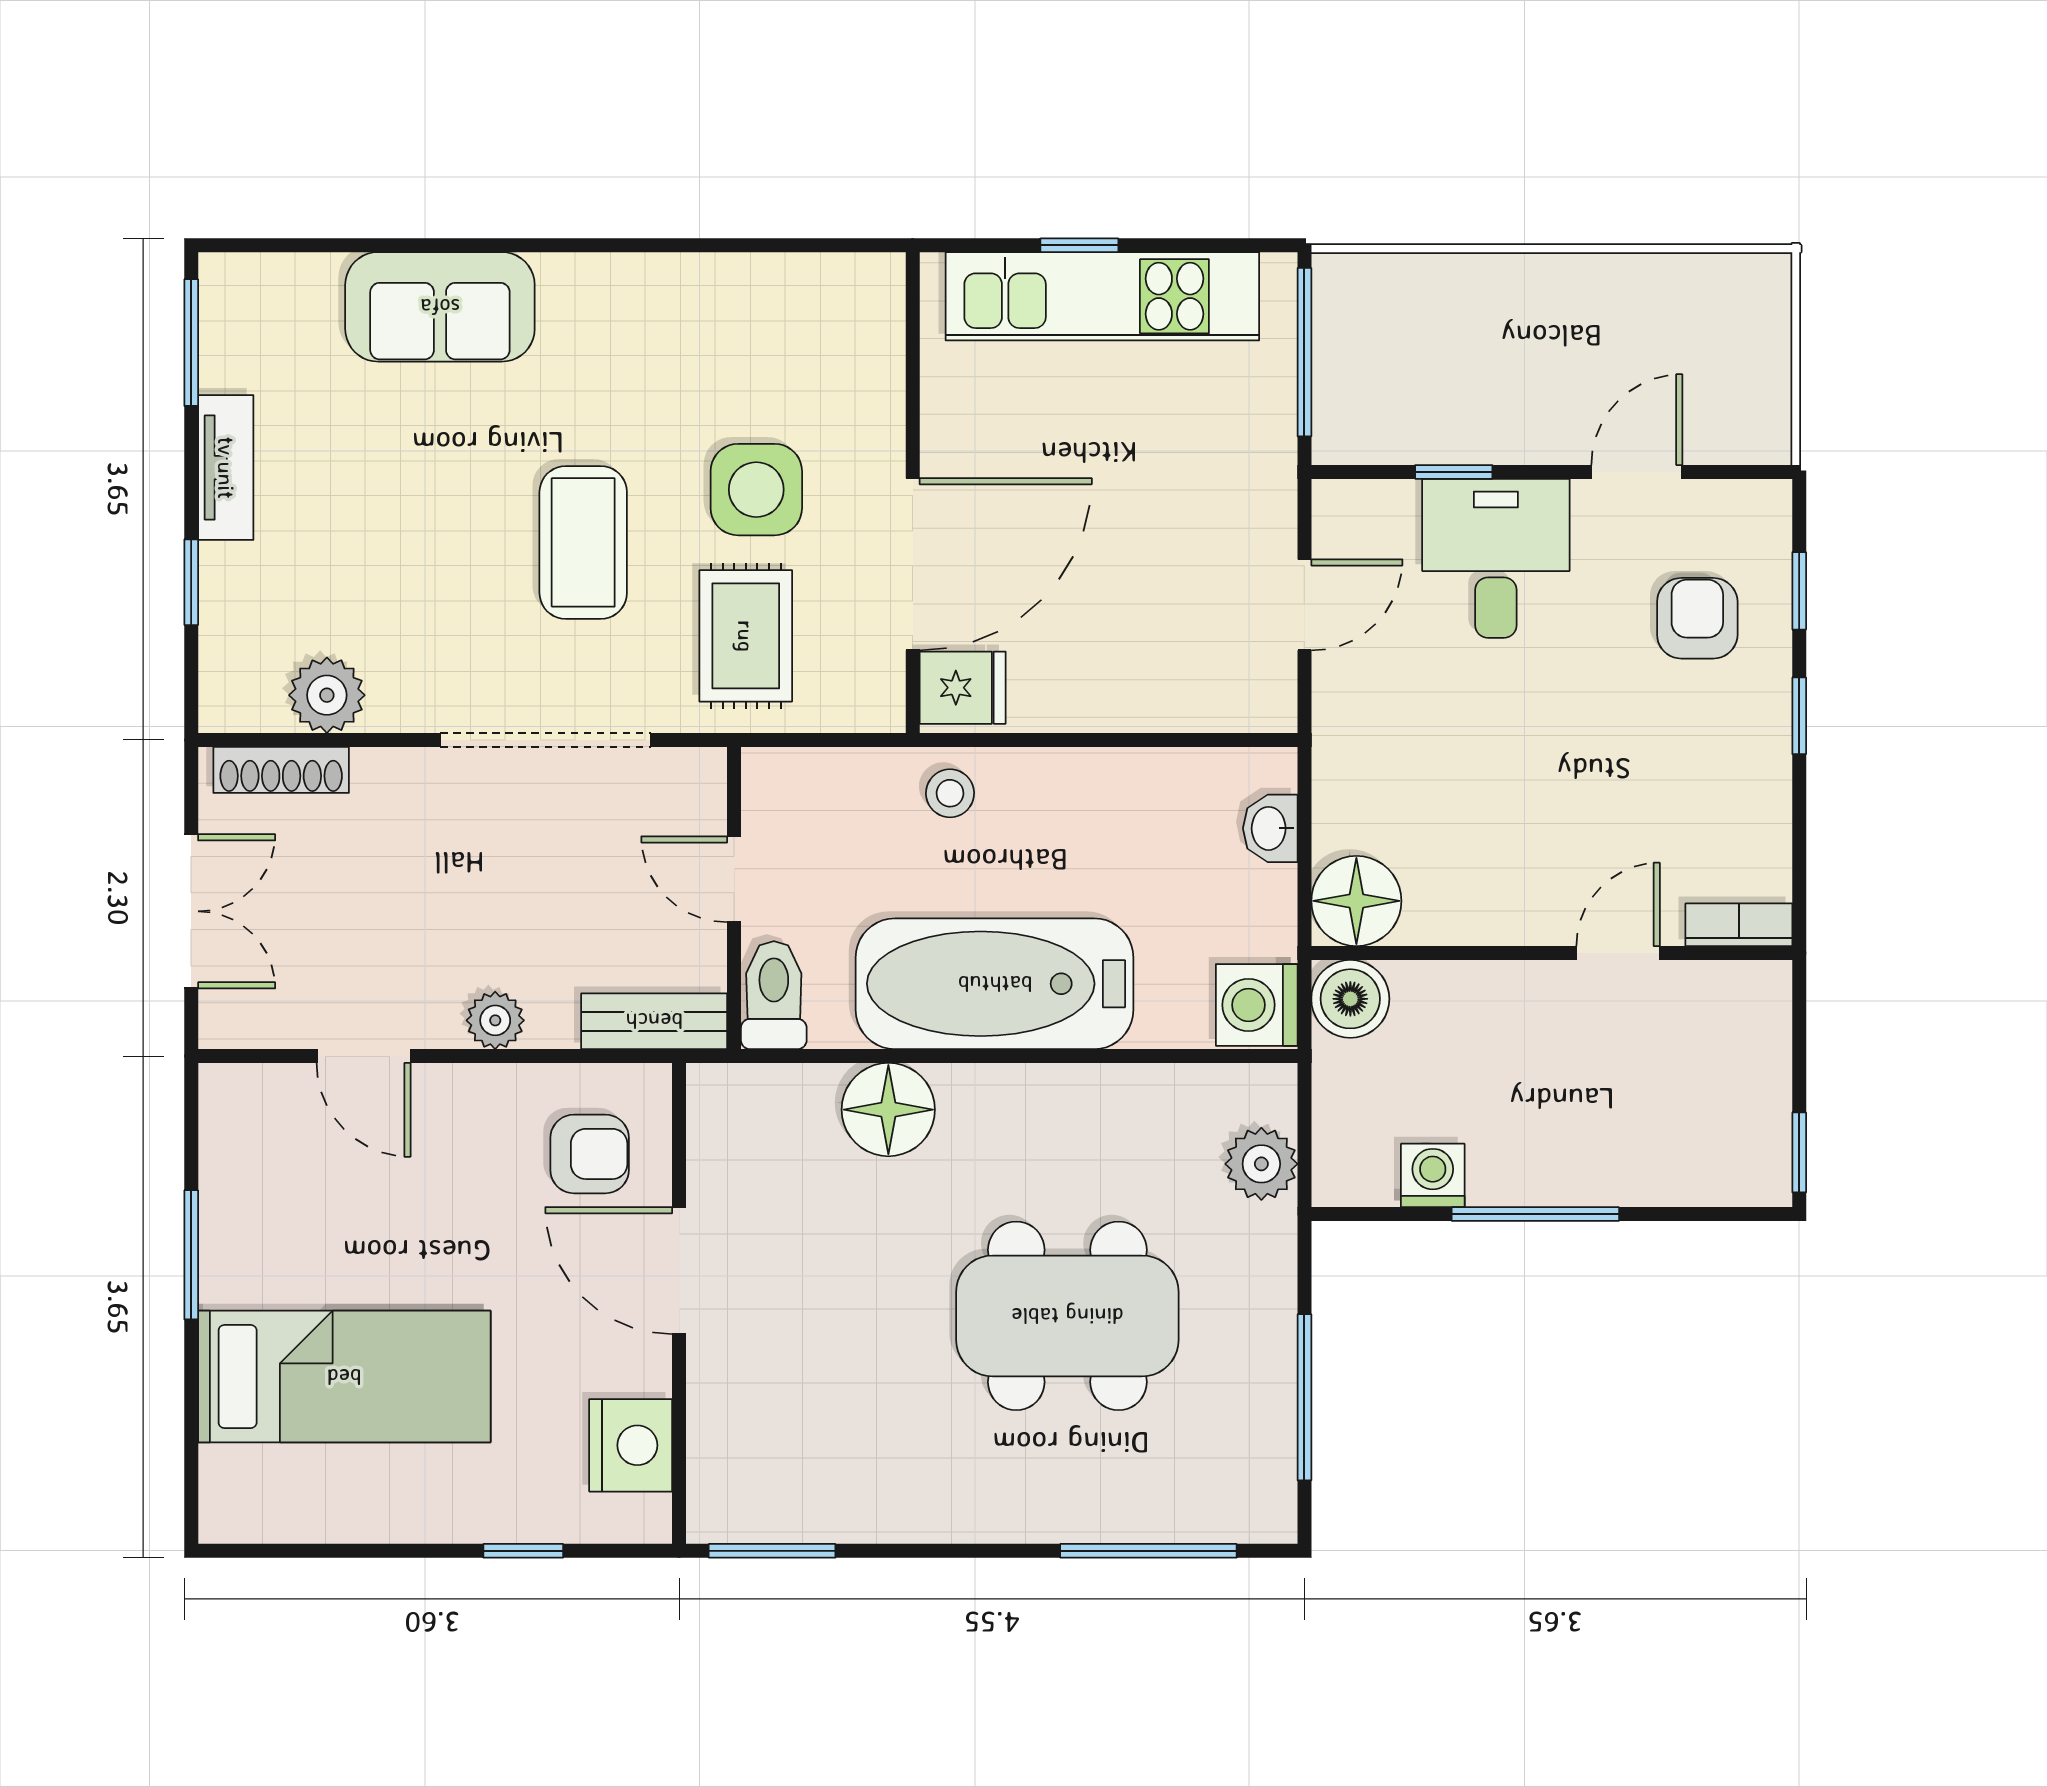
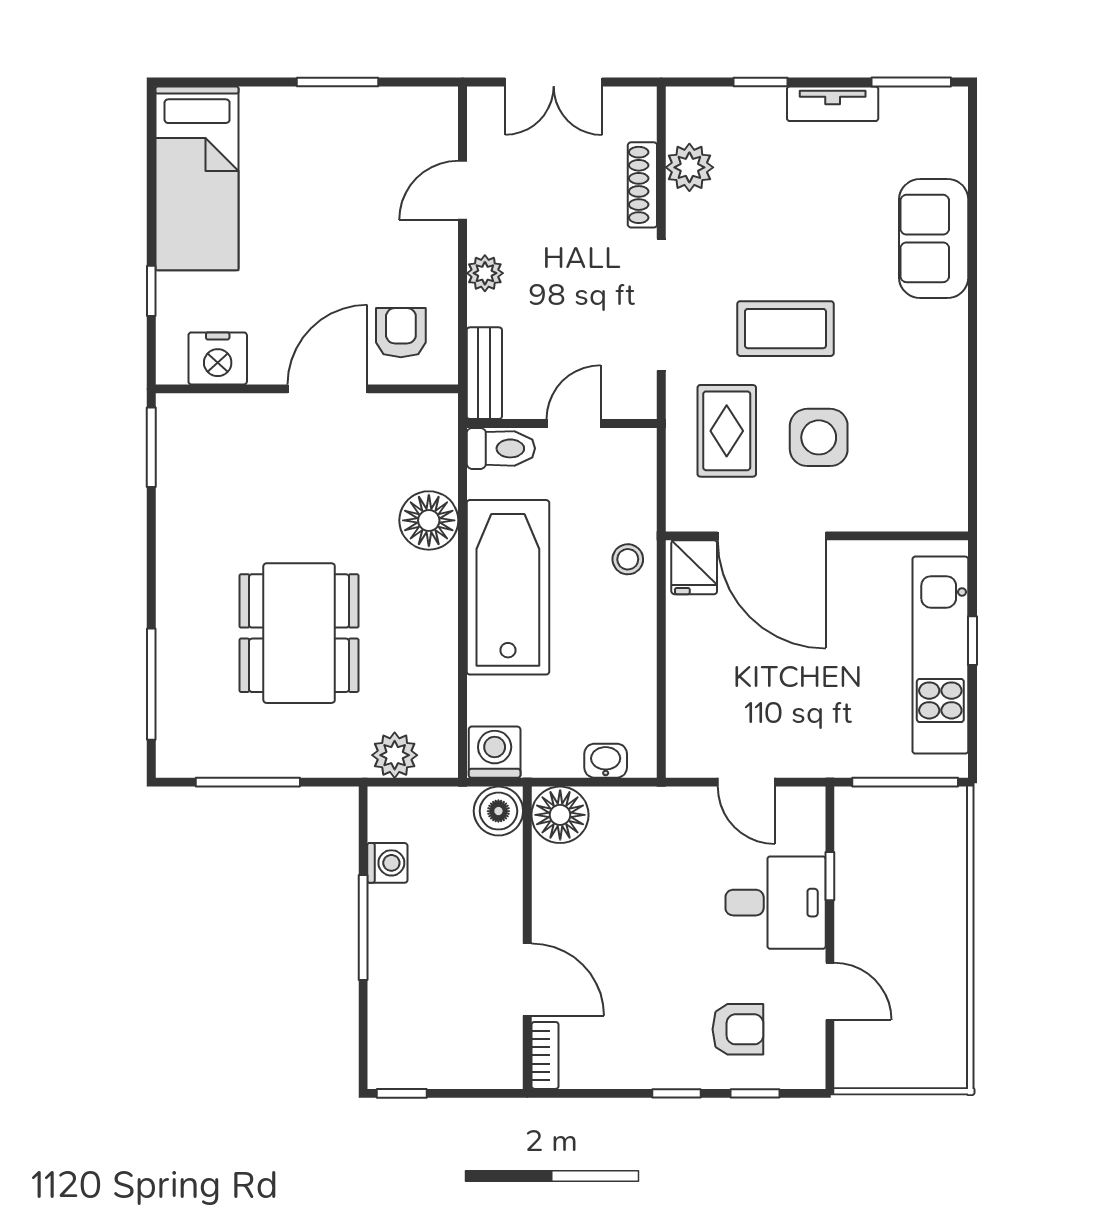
rug: (746, 636) -> (727, 431), turned 90
shoe rack: (281, 770) -> (642, 185), moved
door: (1618, 953) -> (527, 979), width x1.37
armchair: (590, 1154) -> (401, 333), turned 180
bed: (344, 1377) -> (197, 178), moved

